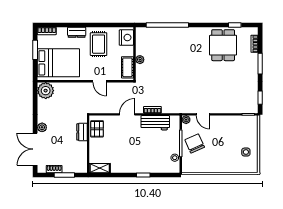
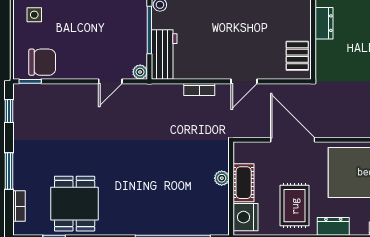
cot: (127, 67) -> (244, 183), moved
door: (100, 81) -> (293, 140), width x1.87
door: (203, 114) -> (110, 81), swing flipped
workbench: (155, 123) -> (164, 55), moved, turned 90
dresser: (82, 132) -> (324, 23), moved
chair: (195, 144) -> (42, 62), moved, turned -66

